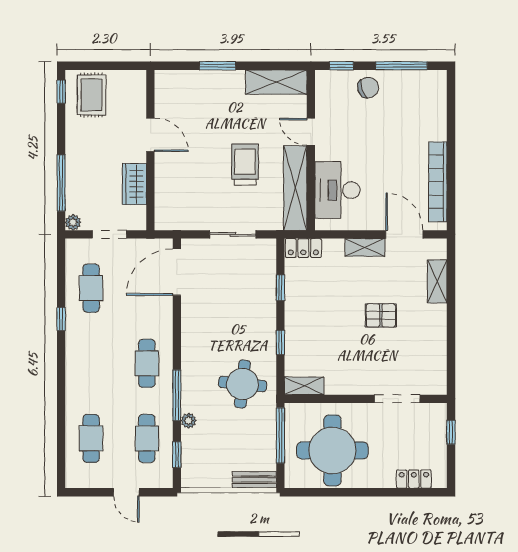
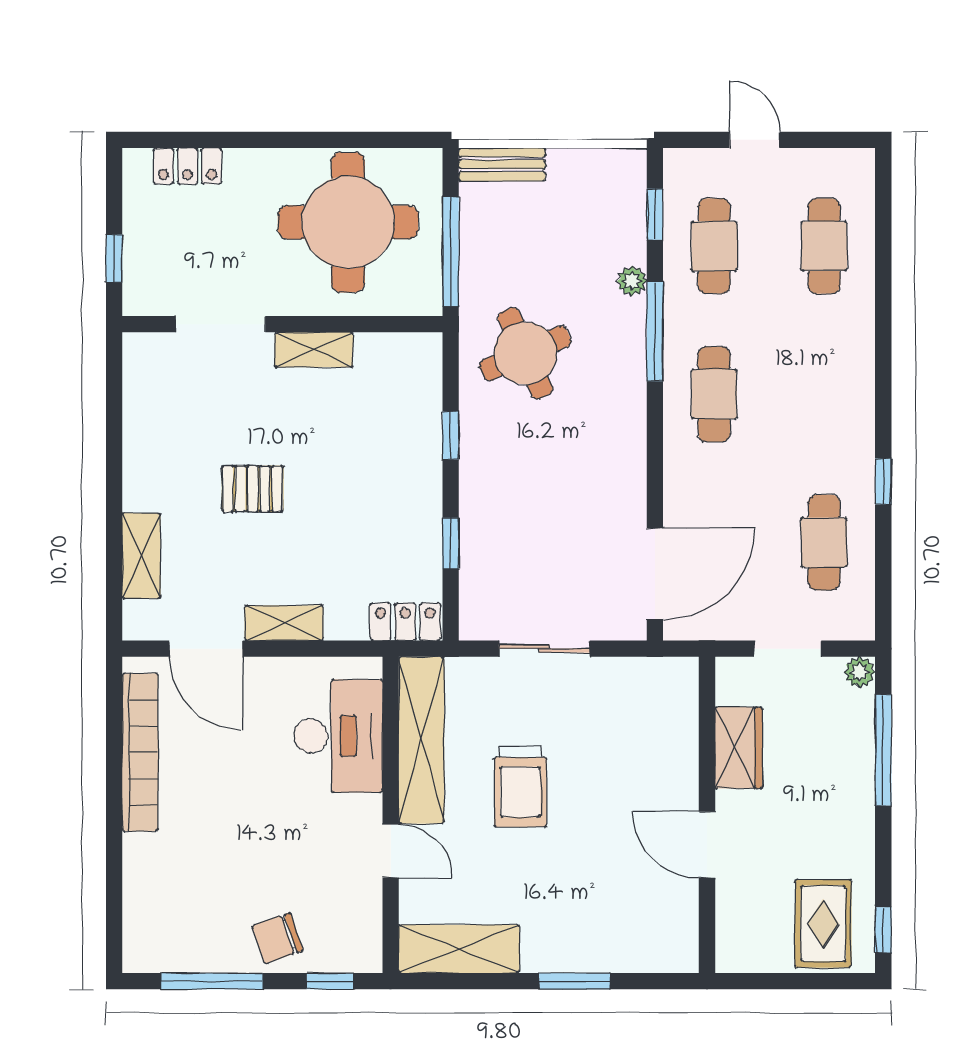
round table: (243, 384) -> (525, 353), turned -30
shelving: (304, 386) -> (314, 350), moved

